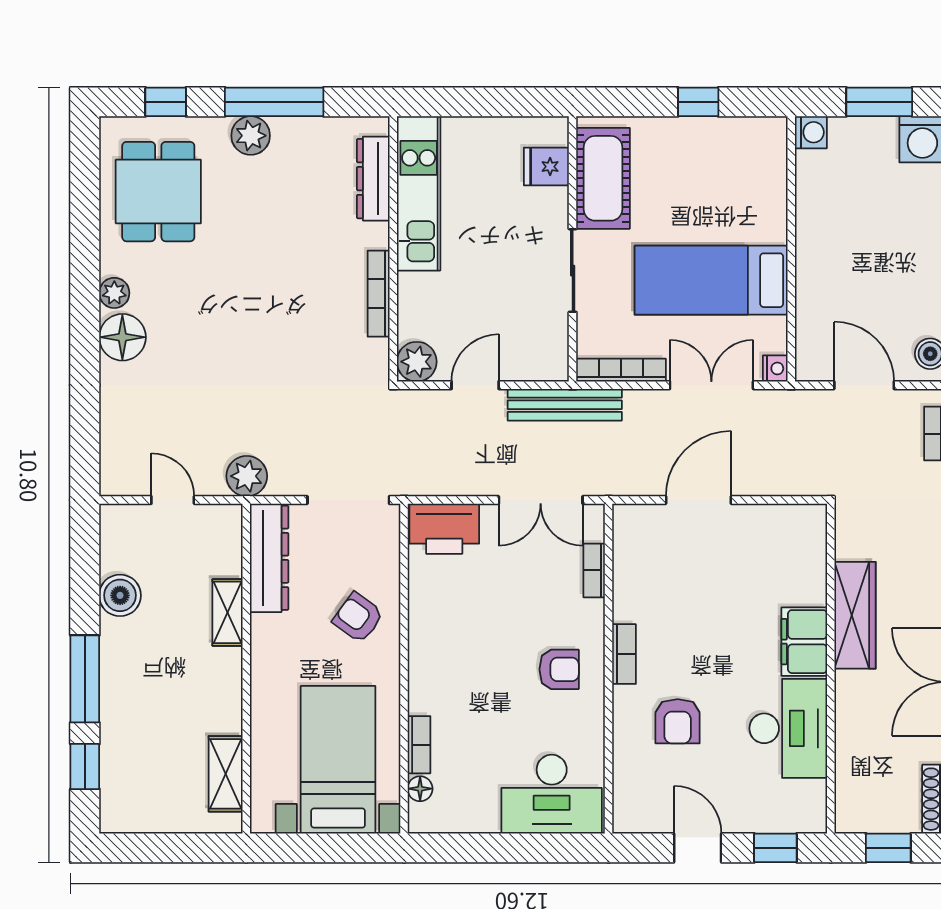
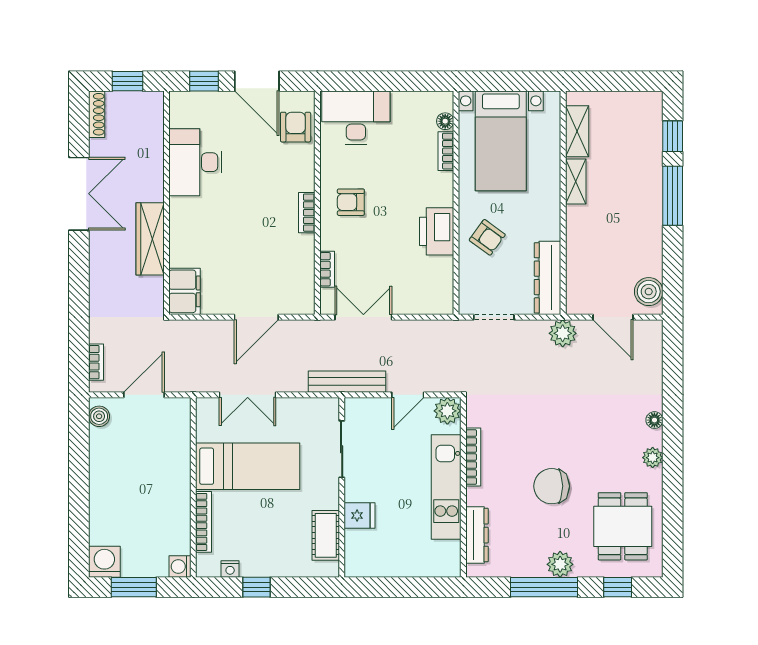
fridge: (546, 167) -> (359, 515), moved
cot: (603, 178) -> (326, 535), width x0.73, depth x0.75
kitchen unit: (419, 193) -> (446, 487), moved
chair: (263, 251) -> (552, 486), added
sliding door: (573, 271) -> (342, 449), moved
floor lamp: (122, 337) -> (654, 420), width x0.53, depth x0.53
nightstand: (775, 368) -> (230, 569), moved, turned -90
bookcase: (621, 370) -> (204, 522), moved, turned -90
door: (864, 385) -> (144, 395), swing flipped
door: (173, 500) -> (613, 317), width x1.38
doorway: (348, 500) -> (494, 317), width x0.73
printer: (444, 529) -> (437, 231), moved, turned -90
boiler: (120, 595) -> (649, 292), moved
shelving: (228, 612) -> (576, 182), moved
filing cabinet: (804, 642) -> (185, 291), moved
armchair: (678, 721) -> (296, 127), moved
door: (698, 848) -> (257, 81), width x1.38

